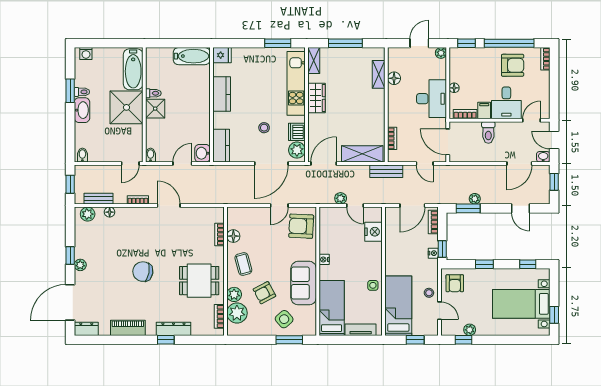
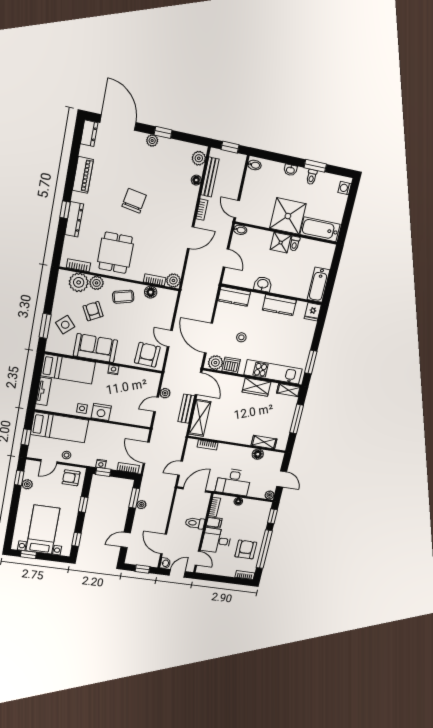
armchair: (513, 65) -> (246, 549), turned 180
washbasin: (82, 110) -> (290, 170), width x0.52, depth x0.69
washbasin: (202, 153) -> (263, 284), moved
bench: (386, 171) -> (186, 409), moved
bench: (98, 199) -> (210, 177), width x1.36
plant: (217, 214) -> (173, 280), added
nightstand: (373, 232) -> (101, 412), moved

